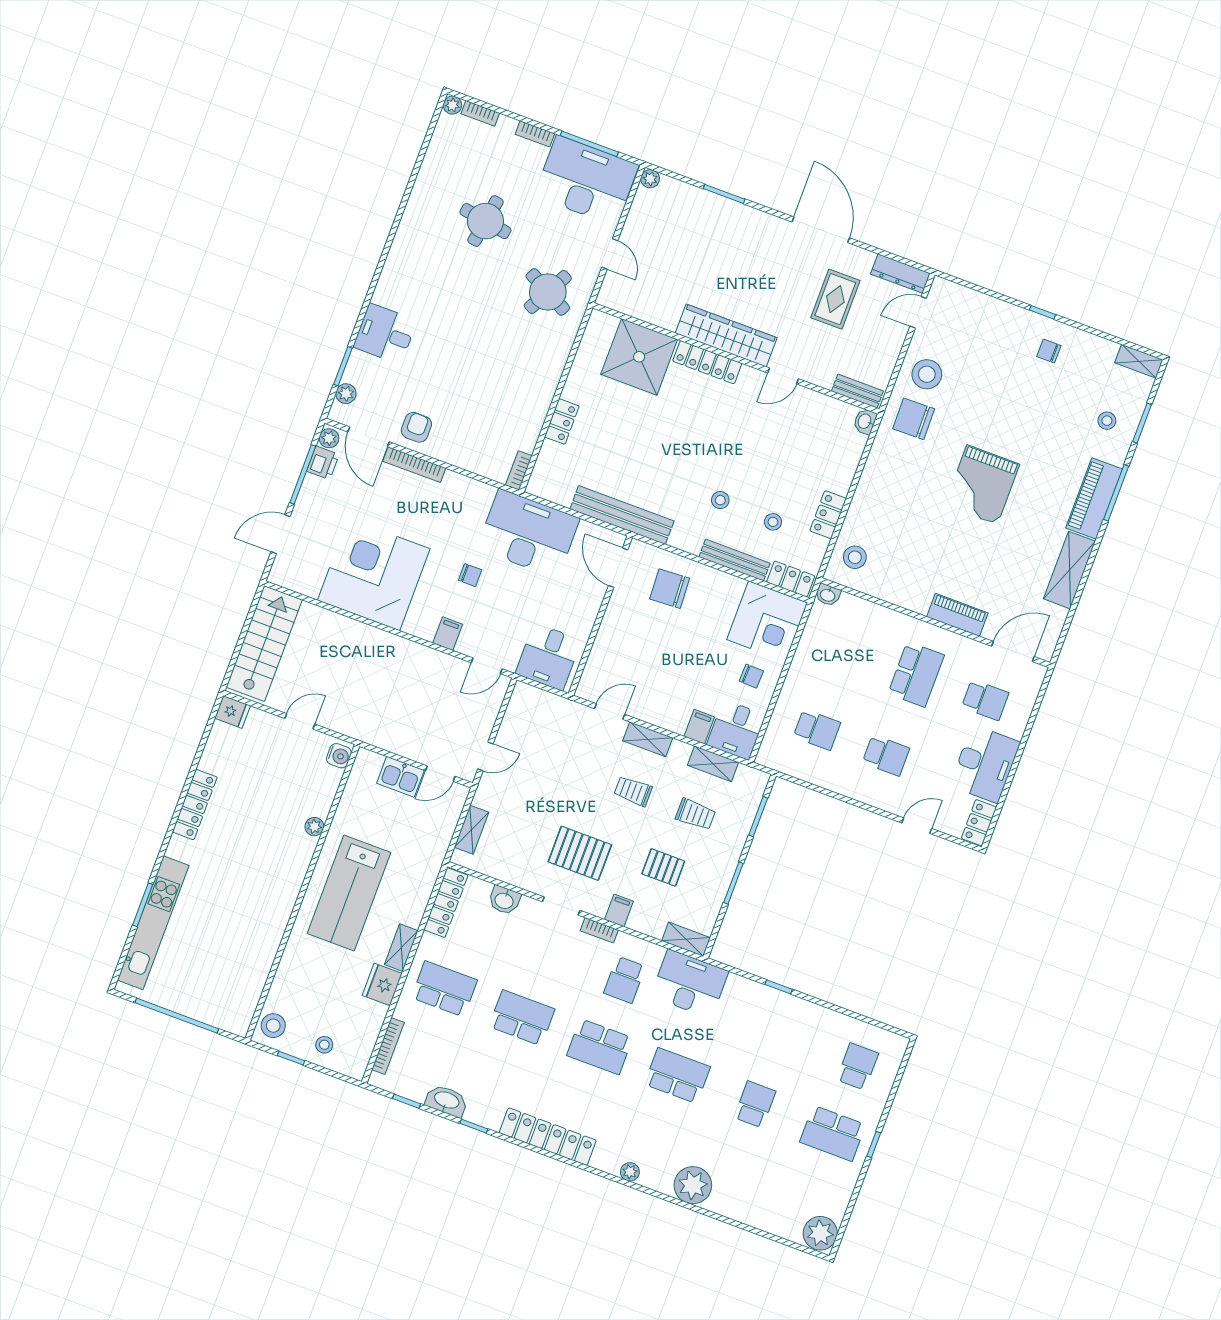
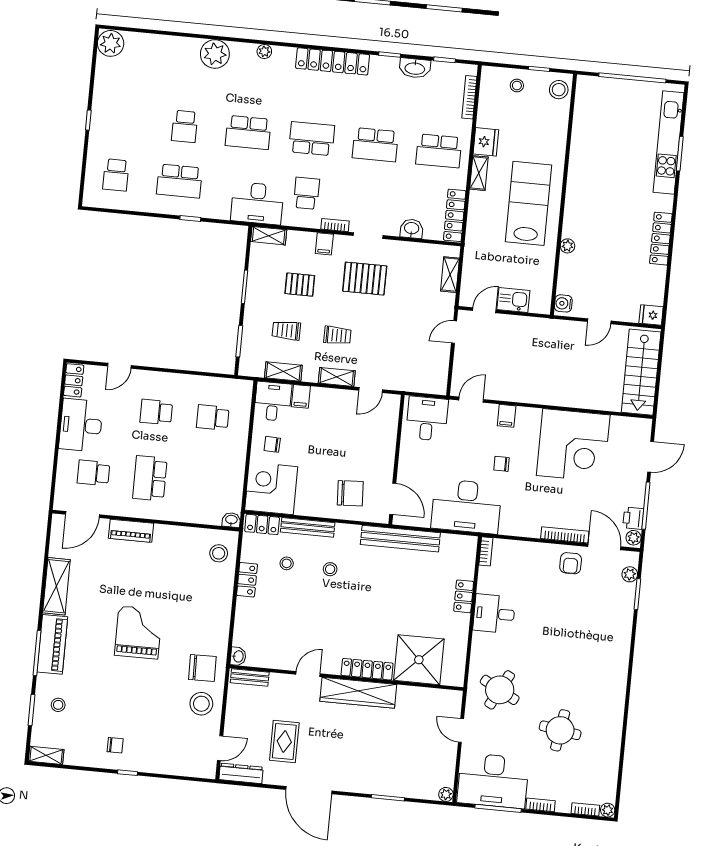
desk: (385, 334) -> (494, 614), moved, turned 180
school desk: (833, 1133) -> (179, 181), moved, turned 180

